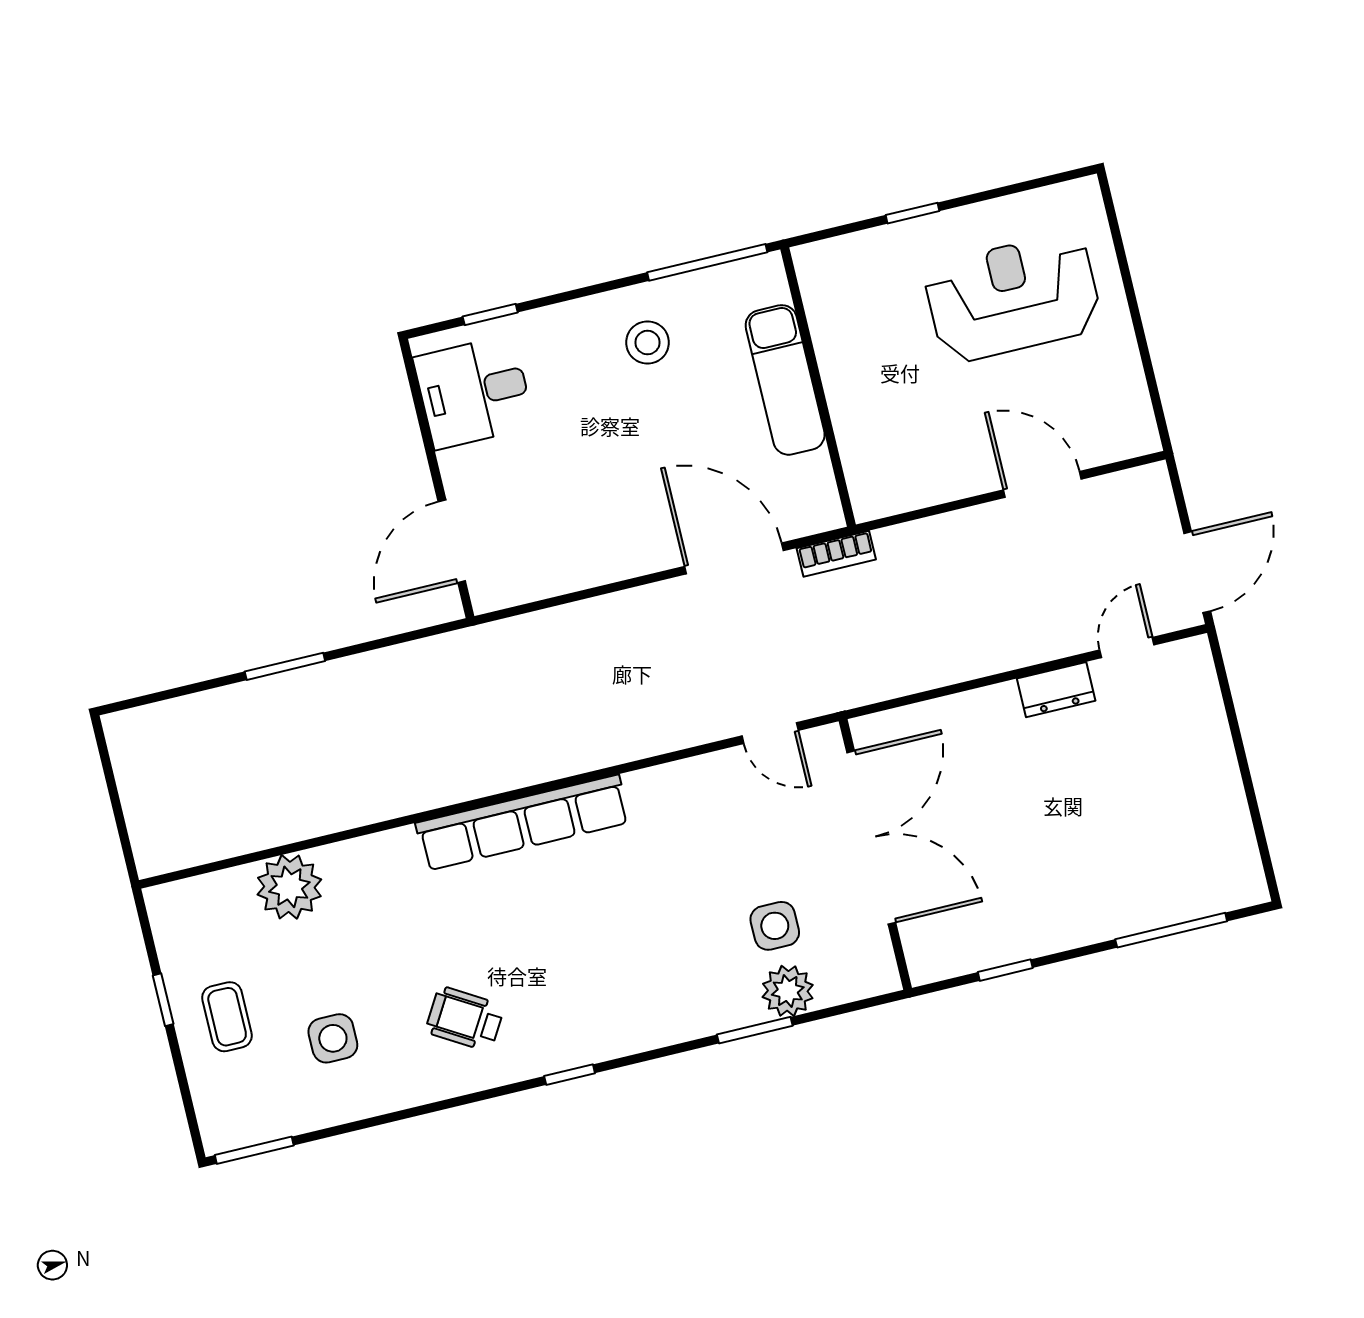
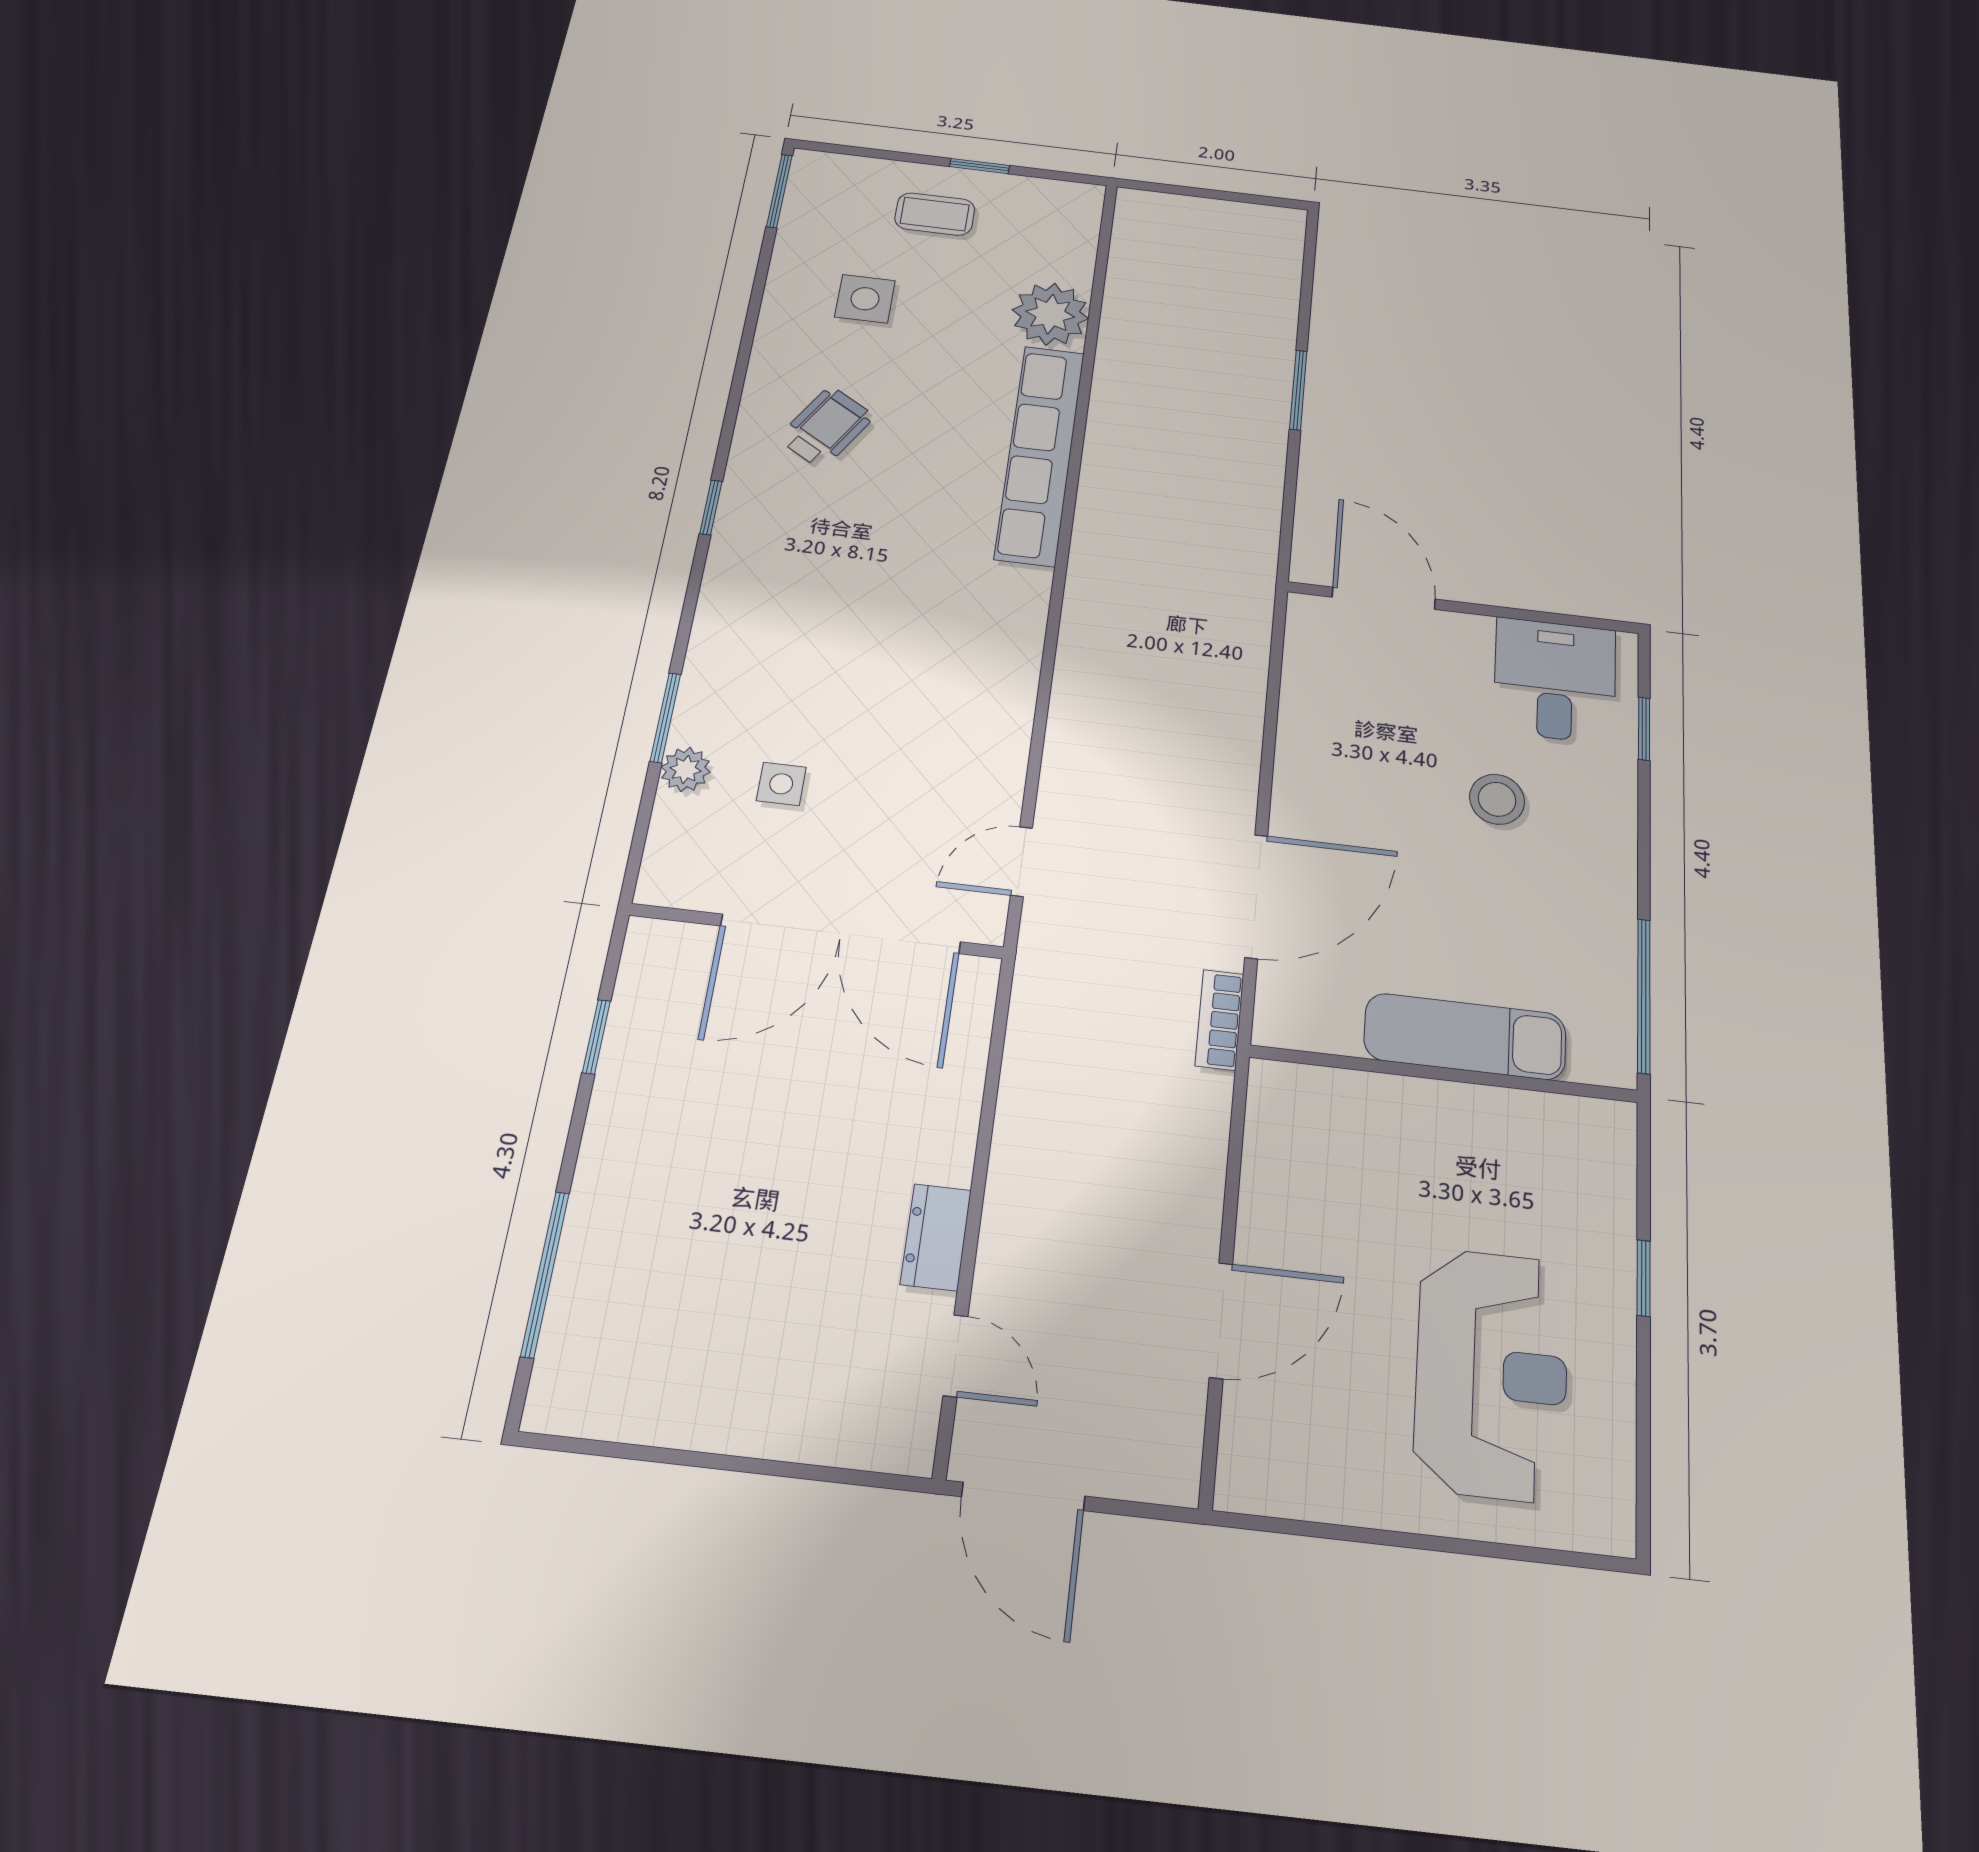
stool: (647, 343) -> (1497, 799), moved
row of seats: (523, 823) -> (1040, 454), moved
side table: (775, 926) -> (781, 784), width x0.73, depth x0.73
plant: (788, 991) -> (686, 769), width x0.73, depth x0.73

